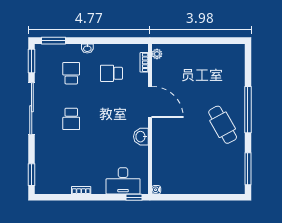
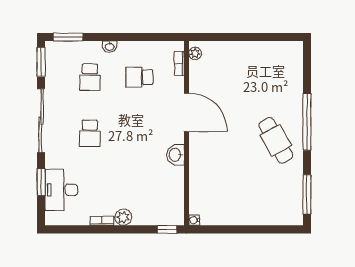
school desk: (71, 73) -> (90, 77), turned 180
window: (32, 175) -> (41, 182), moved
desk: (123, 181) -> (61, 190), moved, turned 90
plant: (98, 187) -> (123, 217), added

